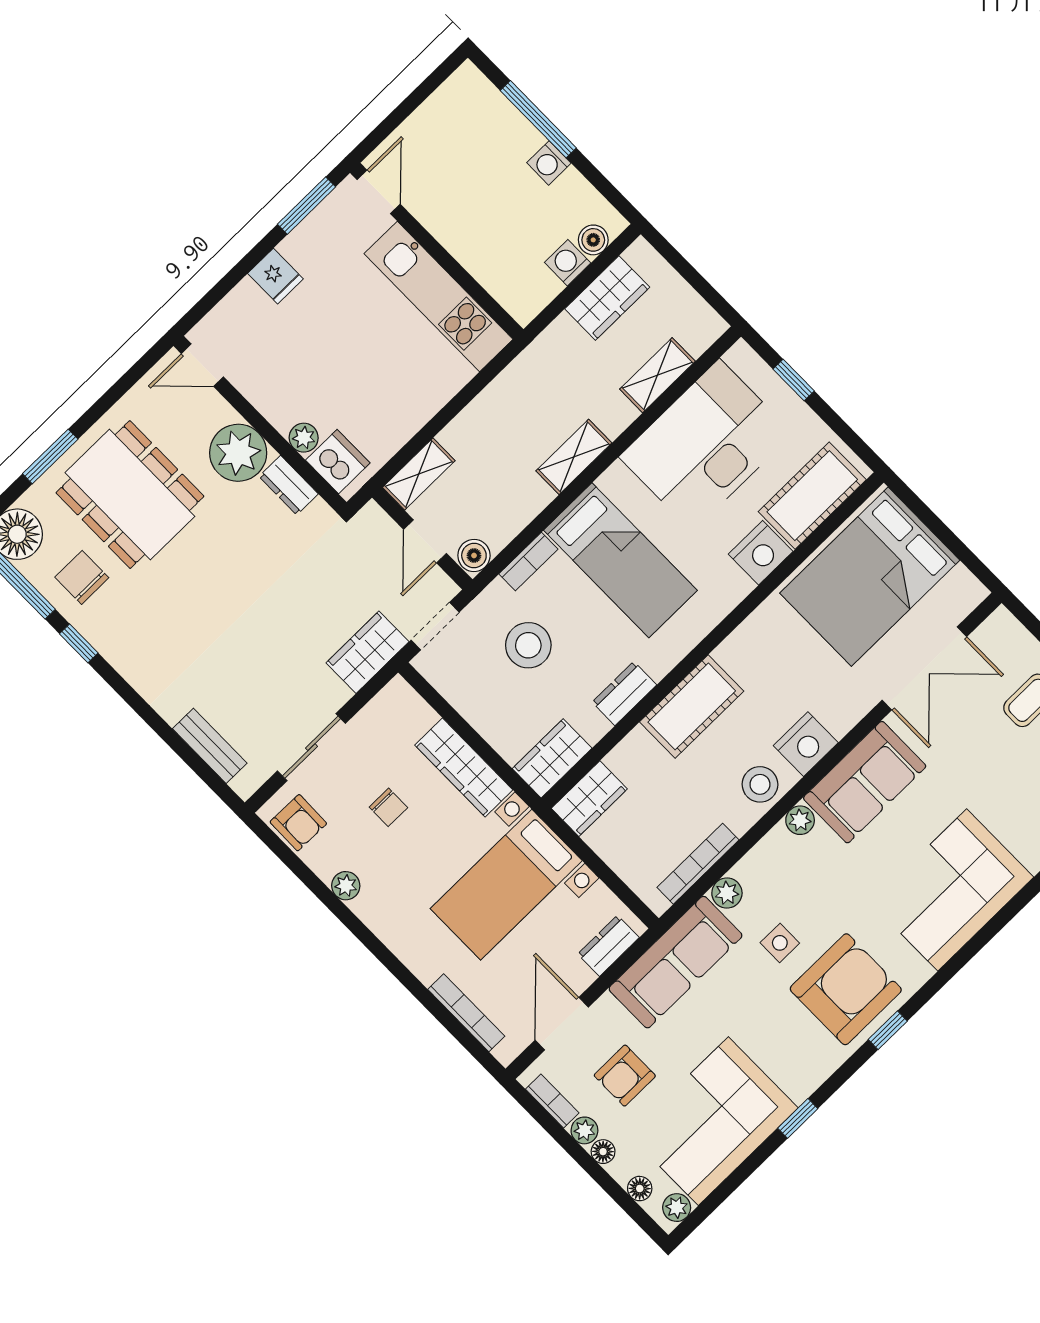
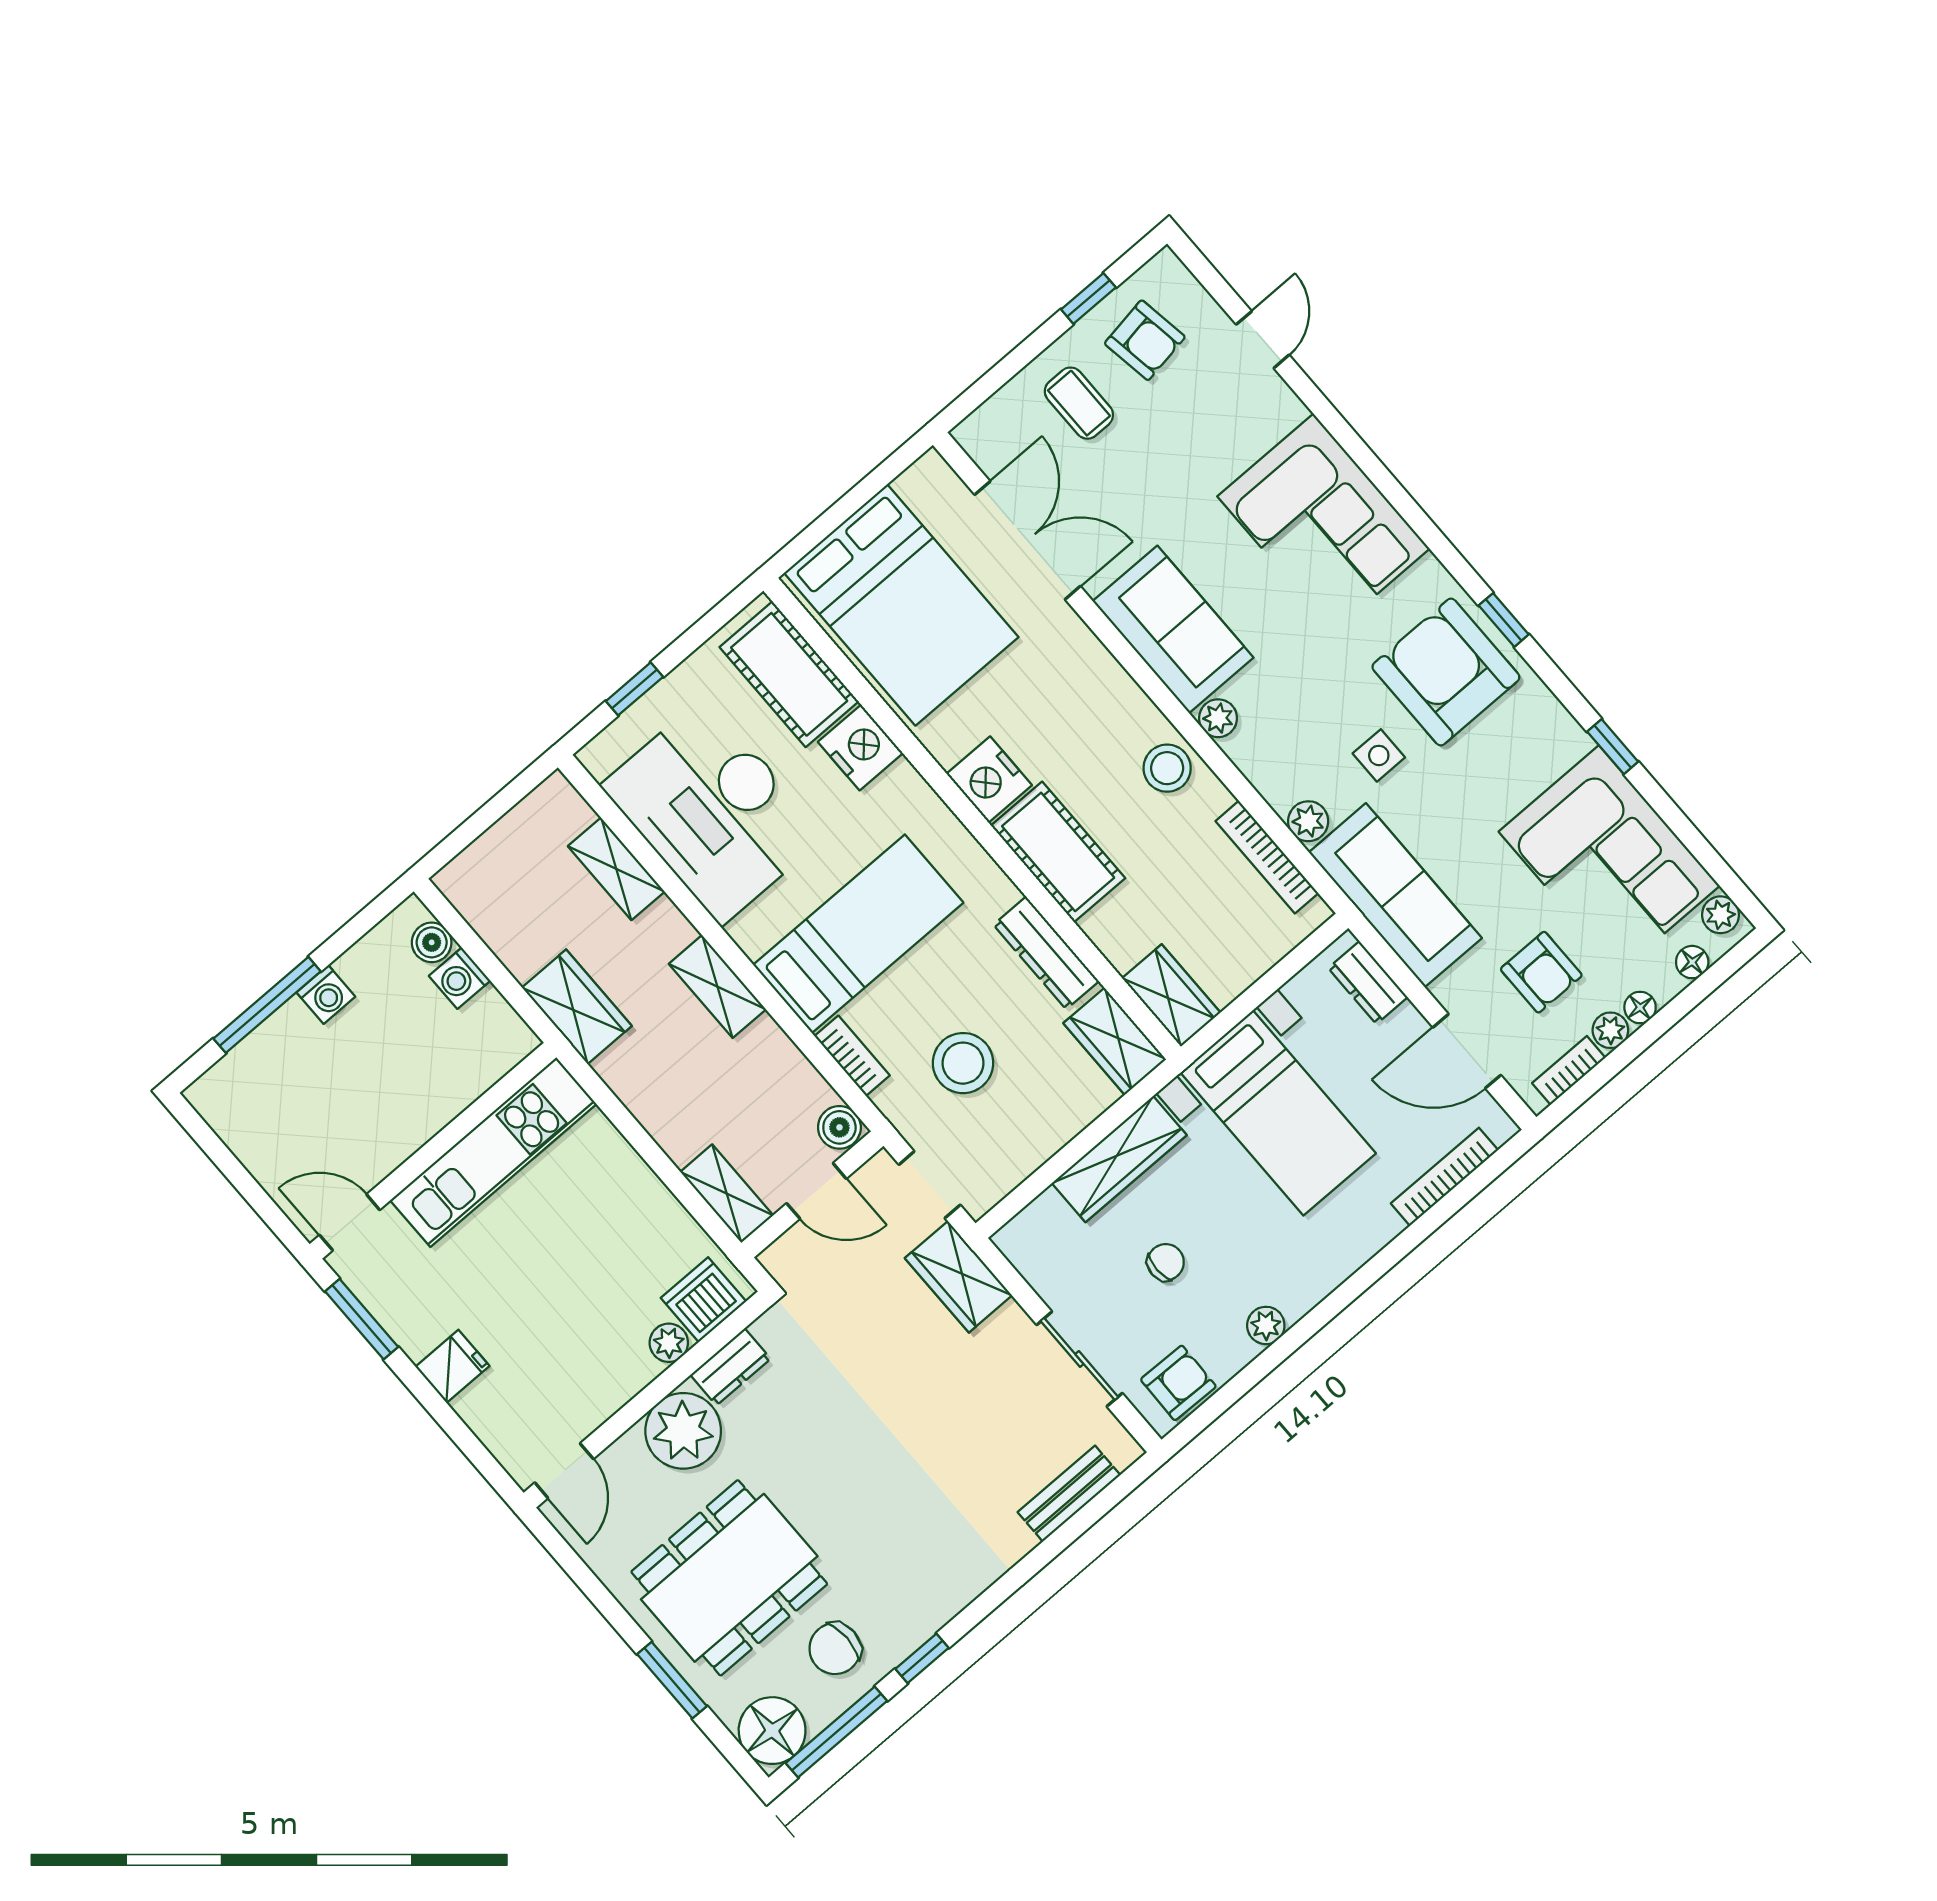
wardrobe: (607, 298) -> (577, 1007), moved
dresser: (624, 693) -> (1046, 953), width x1.44
nightstand: (806, 744) -> (989, 780), moved, turned 180

